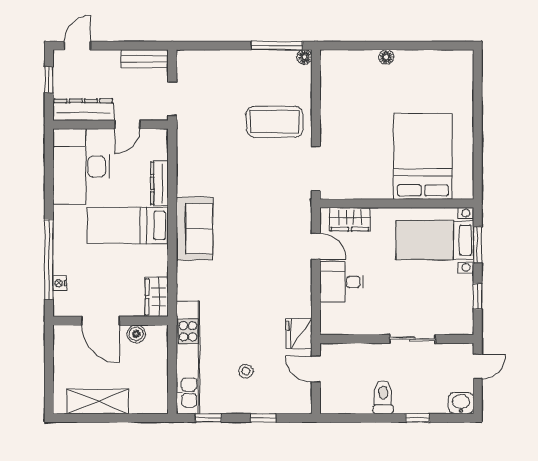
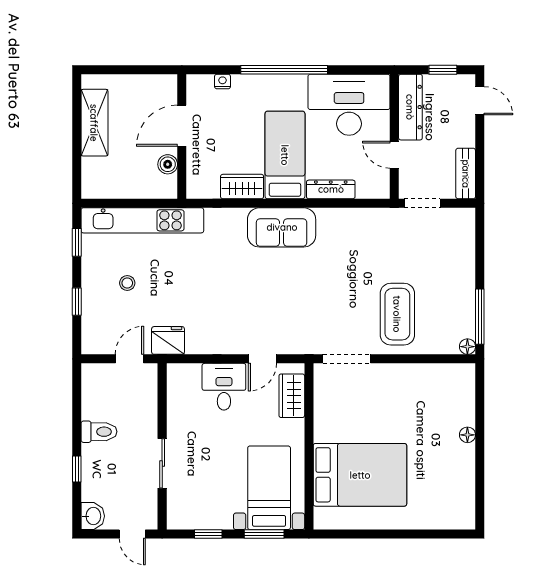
window: (49, 259) -> (284, 70), moved
wardrobe: (157, 297) -> (242, 187), moved

